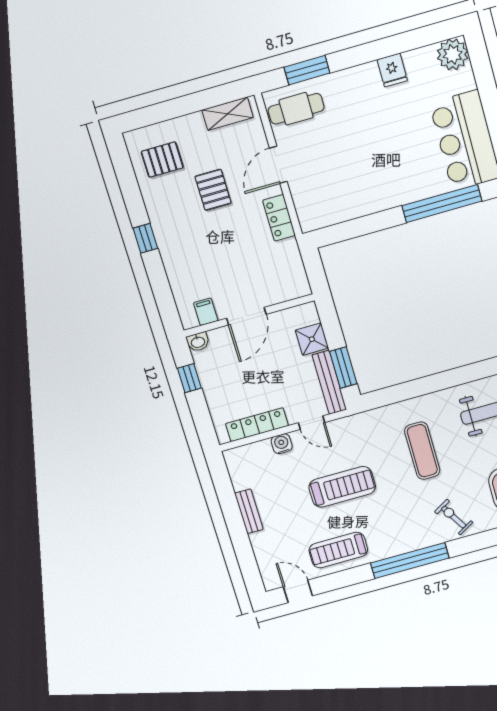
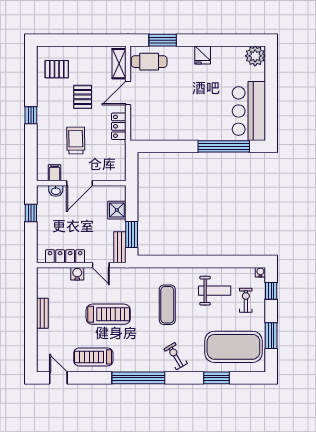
fridge: (392, 70) -> (203, 55), moved
shelving: (228, 114) -> (119, 64), moved, turned 90
trolley: (222, 256) -> (76, 141), added
washbasin: (198, 342) -> (56, 191), moved
bench: (329, 382) -> (120, 247), width x0.73

